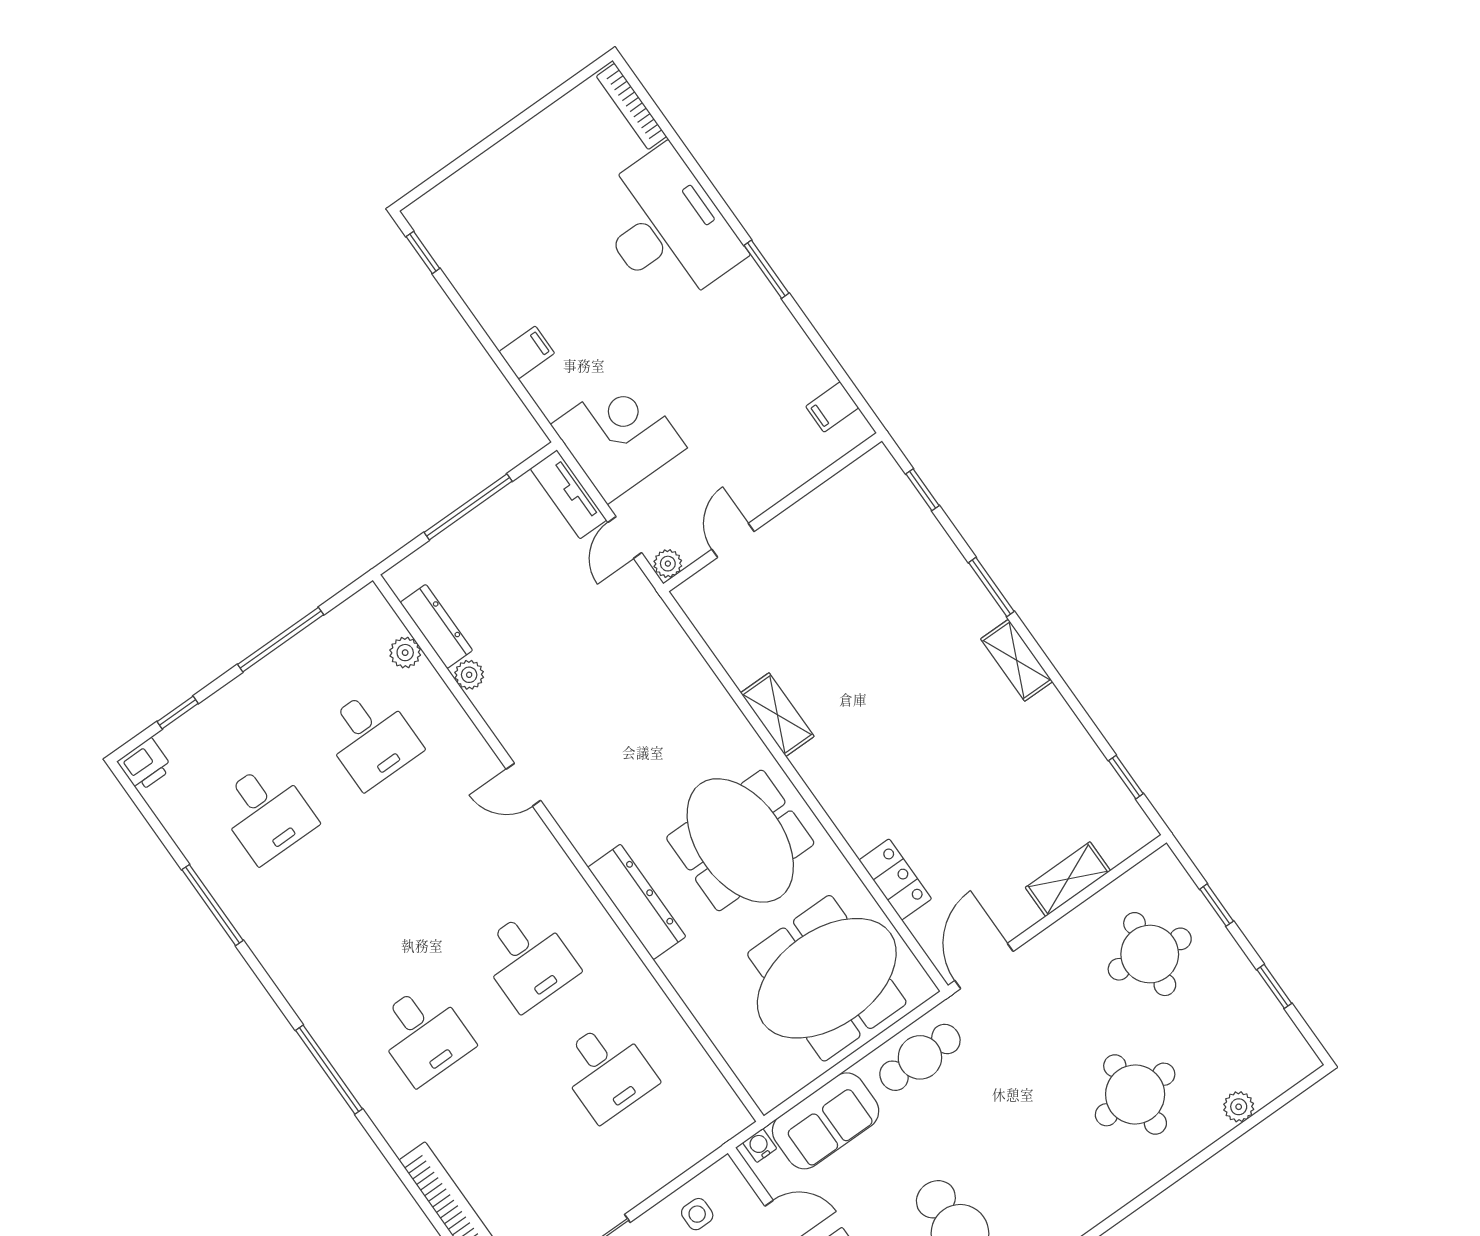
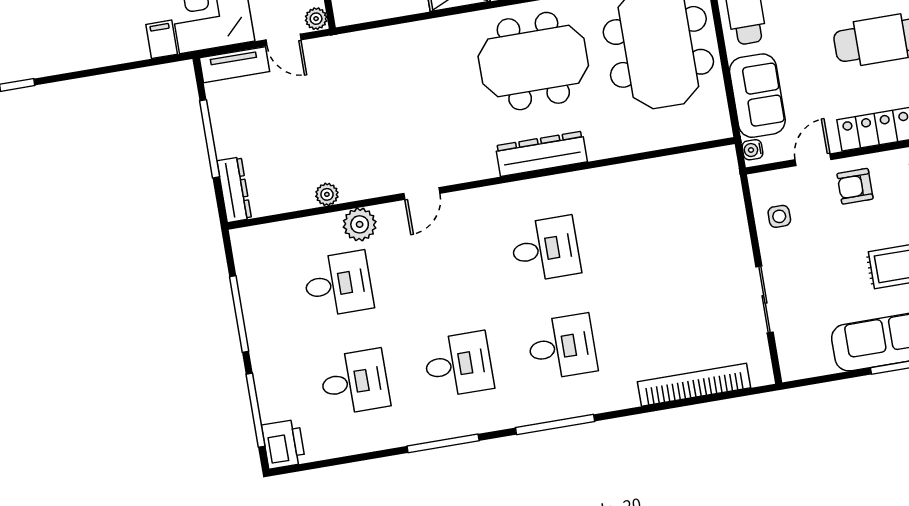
filing cabinet: (527, 352) -> (162, 39), moved
dresser: (436, 626) -> (234, 190), moved, turned 90
plant: (405, 653) -> (360, 224), moved, width x1.38, depth x1.38
window: (178, 712) -> (255, 410), width x2.17
printer: (145, 765) -> (284, 444), width x1.36, depth x1.24
window: (213, 905) -> (443, 443), moved
desk: (607, 1071) -> (458, 364), moved

